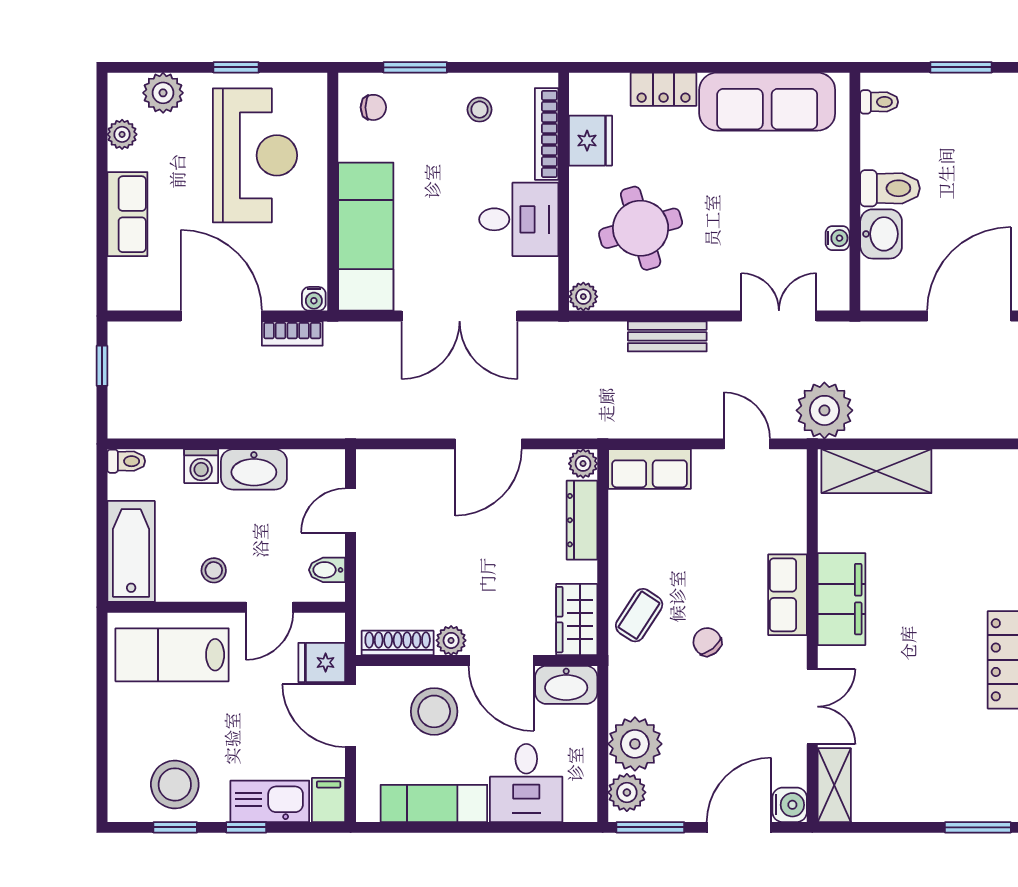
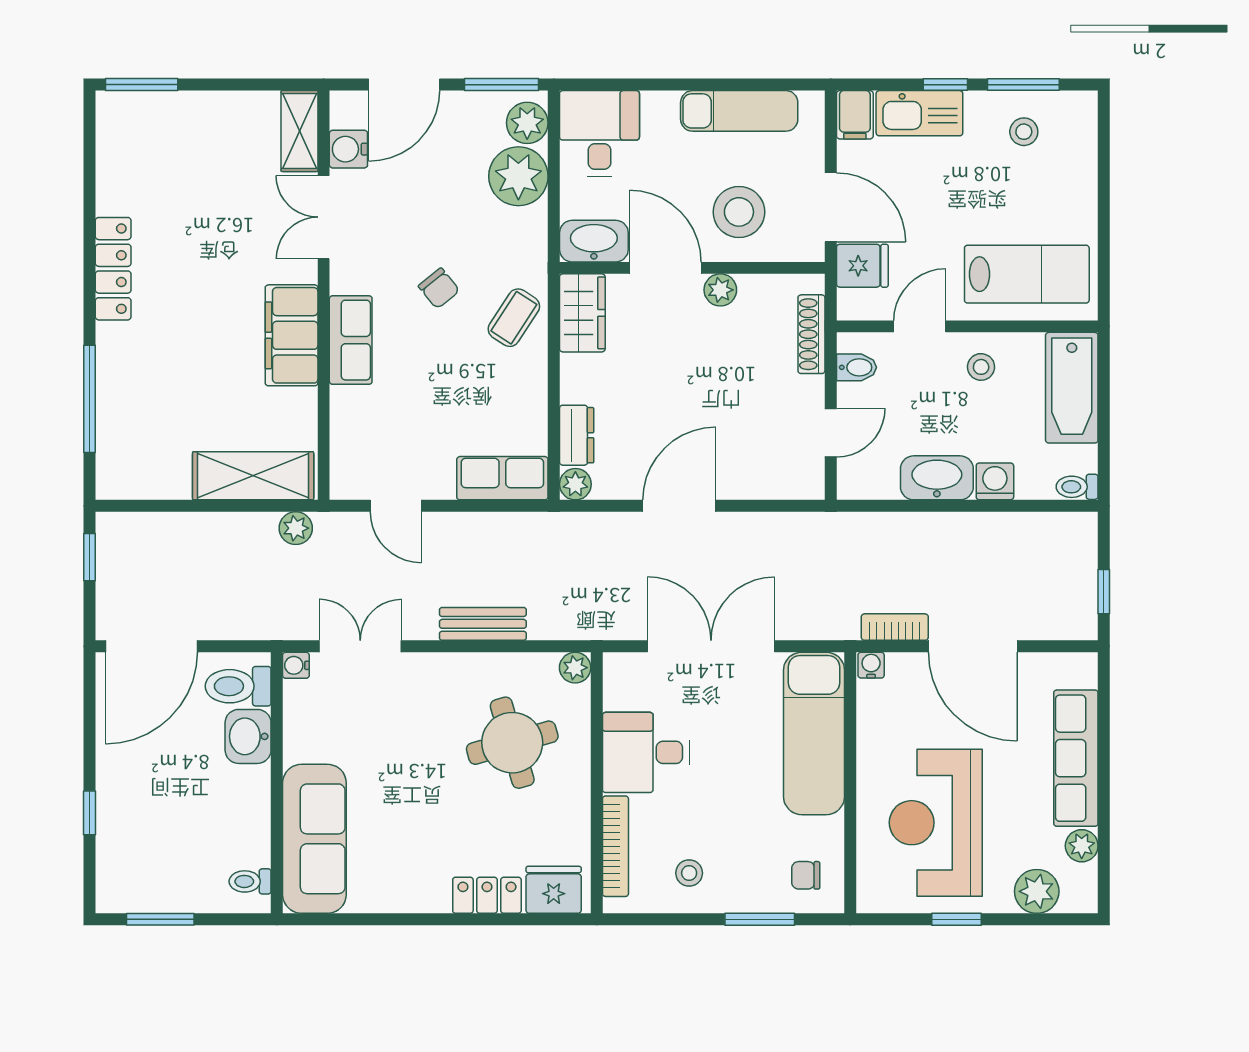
sofa: (767, 102) -> (314, 839), moved, turned 90
fridge: (590, 141) -> (554, 890), moved, turned 90
toilet: (890, 188) -> (238, 686), moved
row of seats: (127, 214) -> (1076, 758), width x1.48
water cooler: (838, 238) -> (296, 665), moved
double door: (779, 316) -> (360, 646), swing flipped
plant: (824, 410) -> (296, 528), width x0.53, depth x0.53
dresser: (582, 520) -> (577, 435), width x0.70
shoe rack: (398, 643) -> (811, 334), moved, turned 90
desk: (526, 783) -> (599, 133), moved
stool: (175, 784) -> (1024, 132), width x0.53, depth x0.53
water cooler: (790, 805) -> (348, 149), moved
window: (175, 827) -> (1023, 85), width x1.50

